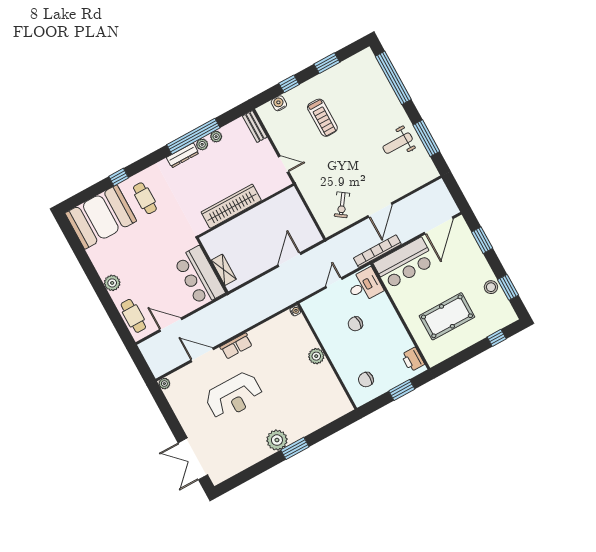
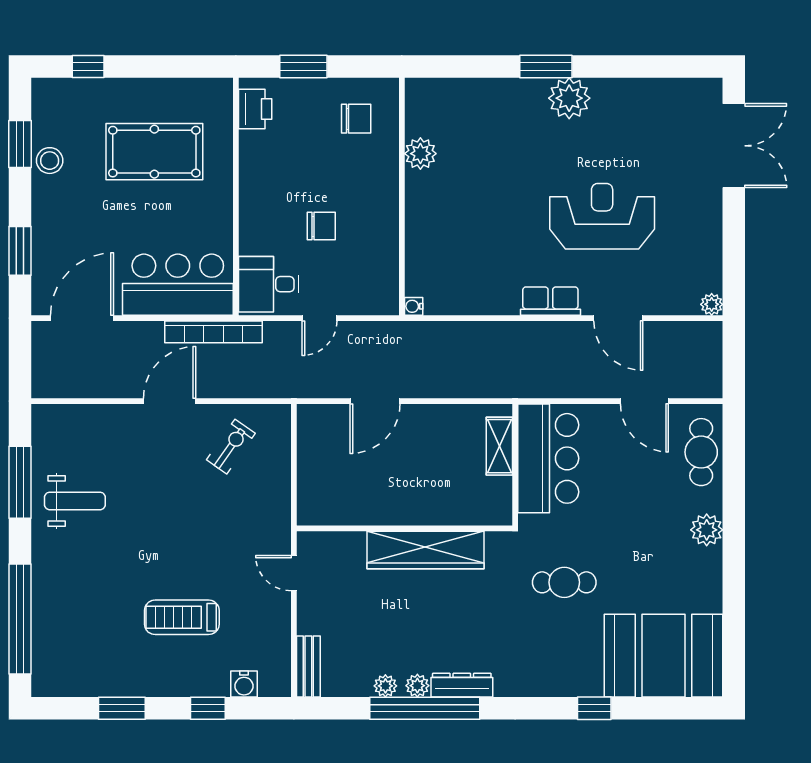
treadmill: (322, 118) -> (182, 617), turned -90
cafe table: (145, 198) -> (564, 582), moved, turned 90
plant: (316, 356) -> (420, 154), moved

